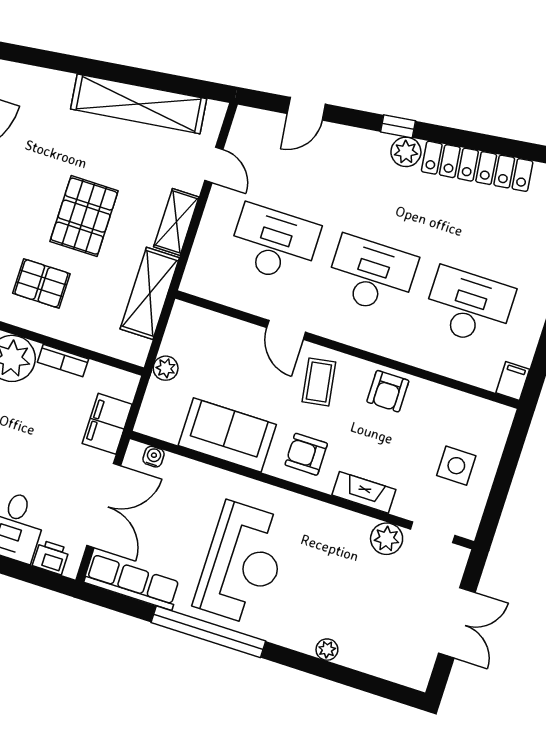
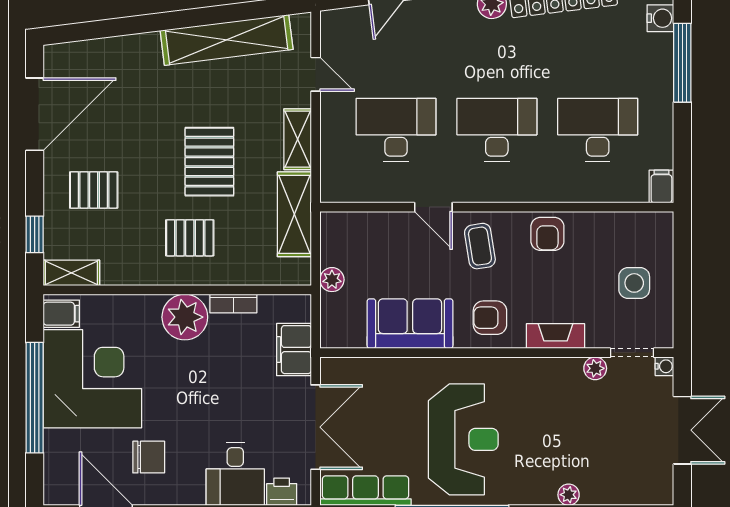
water cooler: (154, 457) -> (664, 366), moved, turned 90
plant: (387, 539) -> (595, 368), width x0.73, depth x0.73

